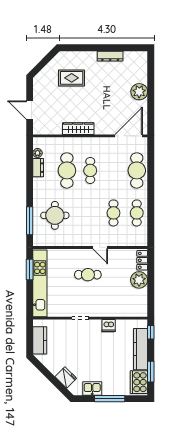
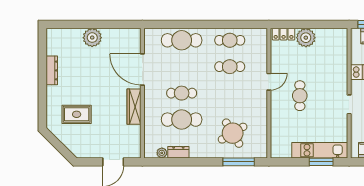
rug: (72, 78) -> (77, 114), turned 90
door: (129, 136) -> (142, 70), moved
round table: (55, 215) -> (233, 133), turned -31
window: (30, 270) -> (321, 162), moved
kitchen unit: (40, 283) -> (320, 150), width x0.73

